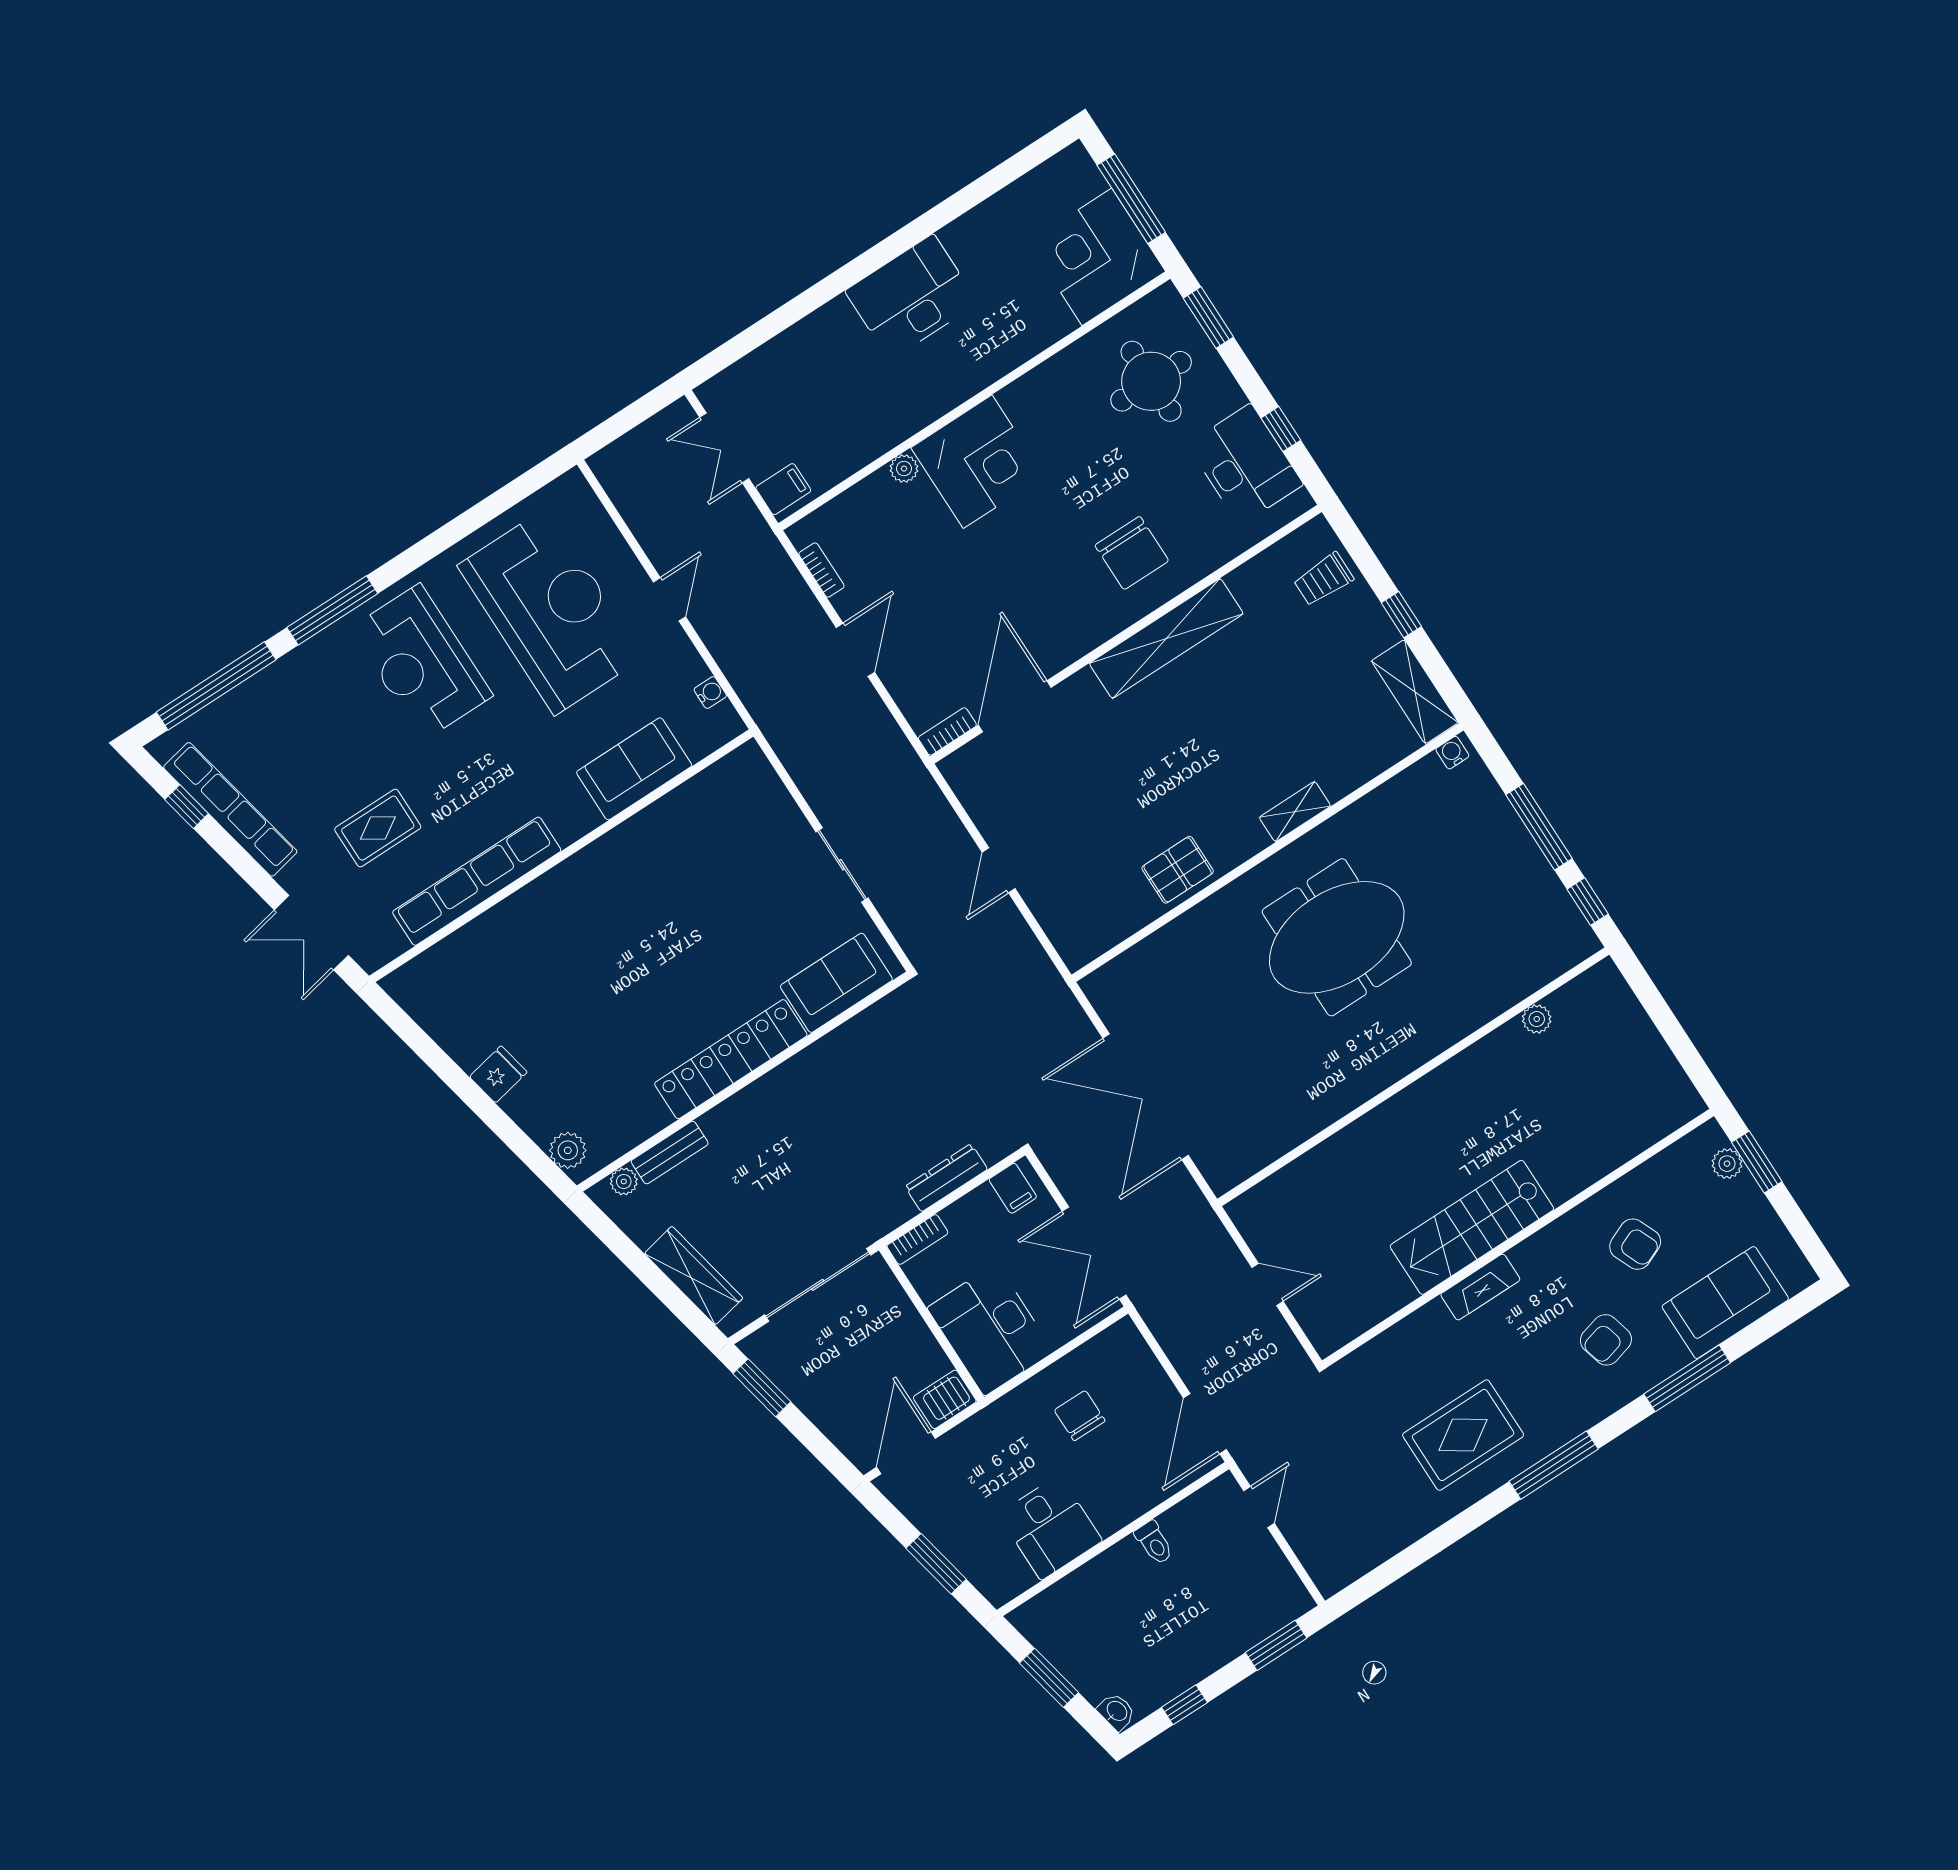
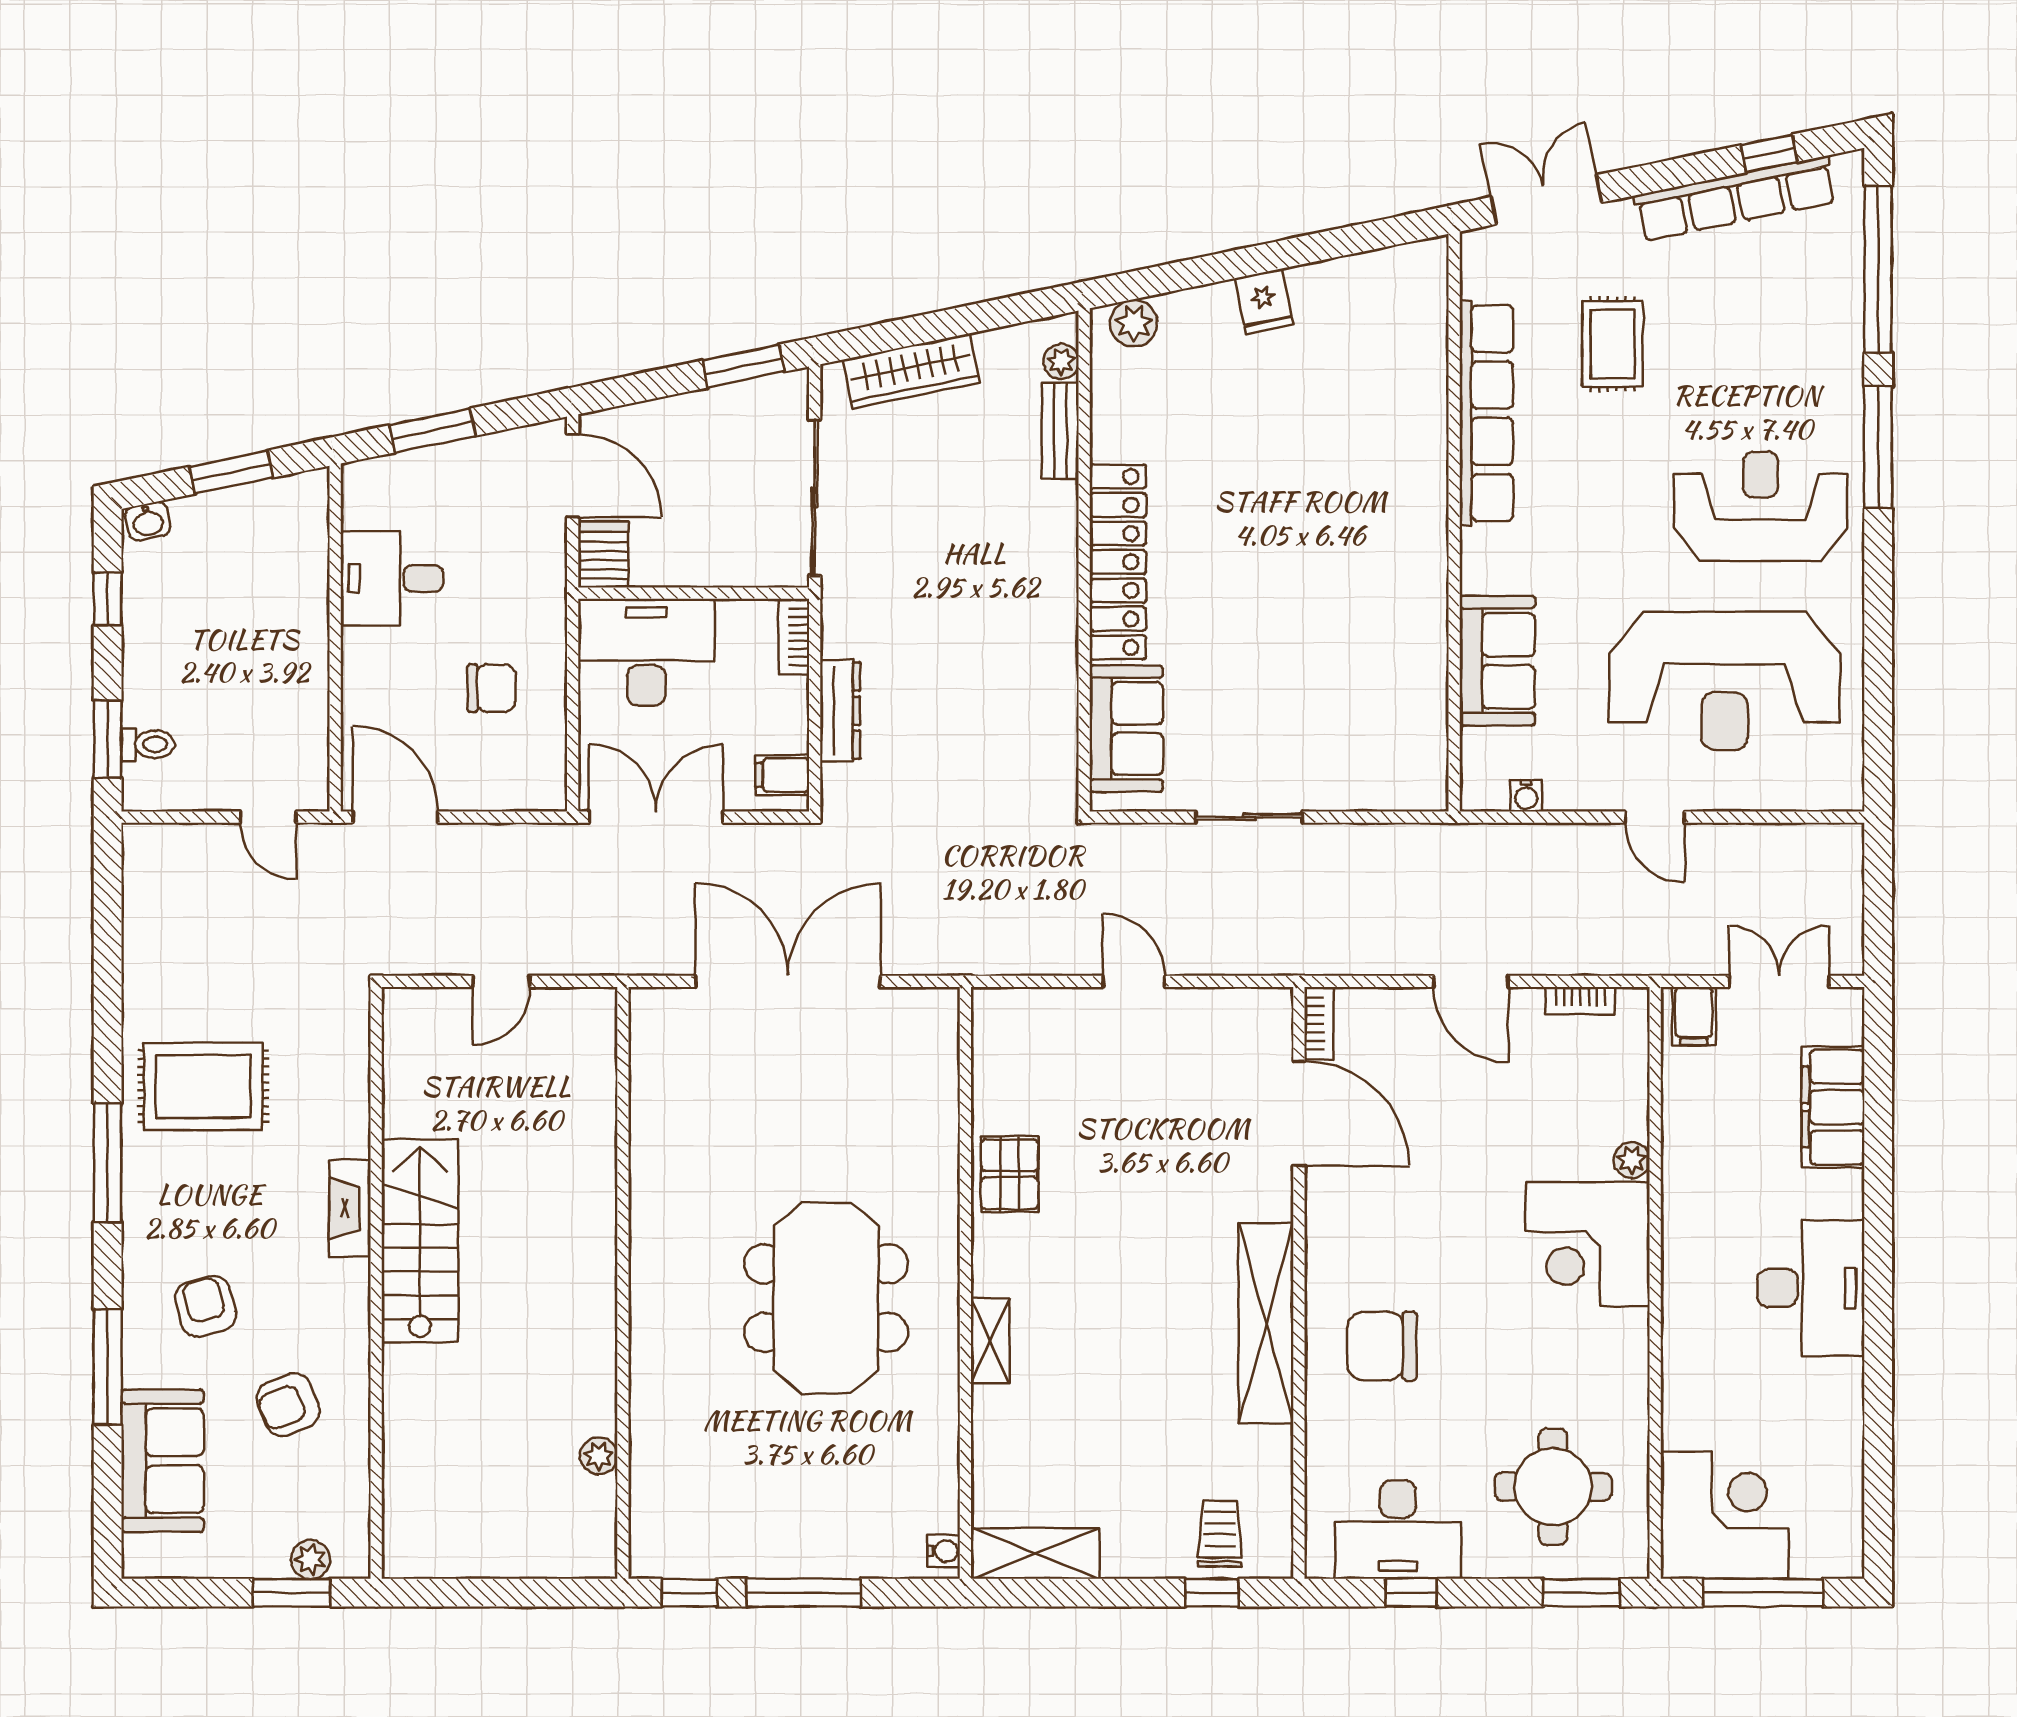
filing cabinet: (784, 359) -> (1833, 1107), added
window: (1401, 615) -> (1212, 1593), moved
rug: (1463, 1435) -> (203, 1086), turned 90
toilet: (1154, 1543) -> (148, 744), moved, turned 180

